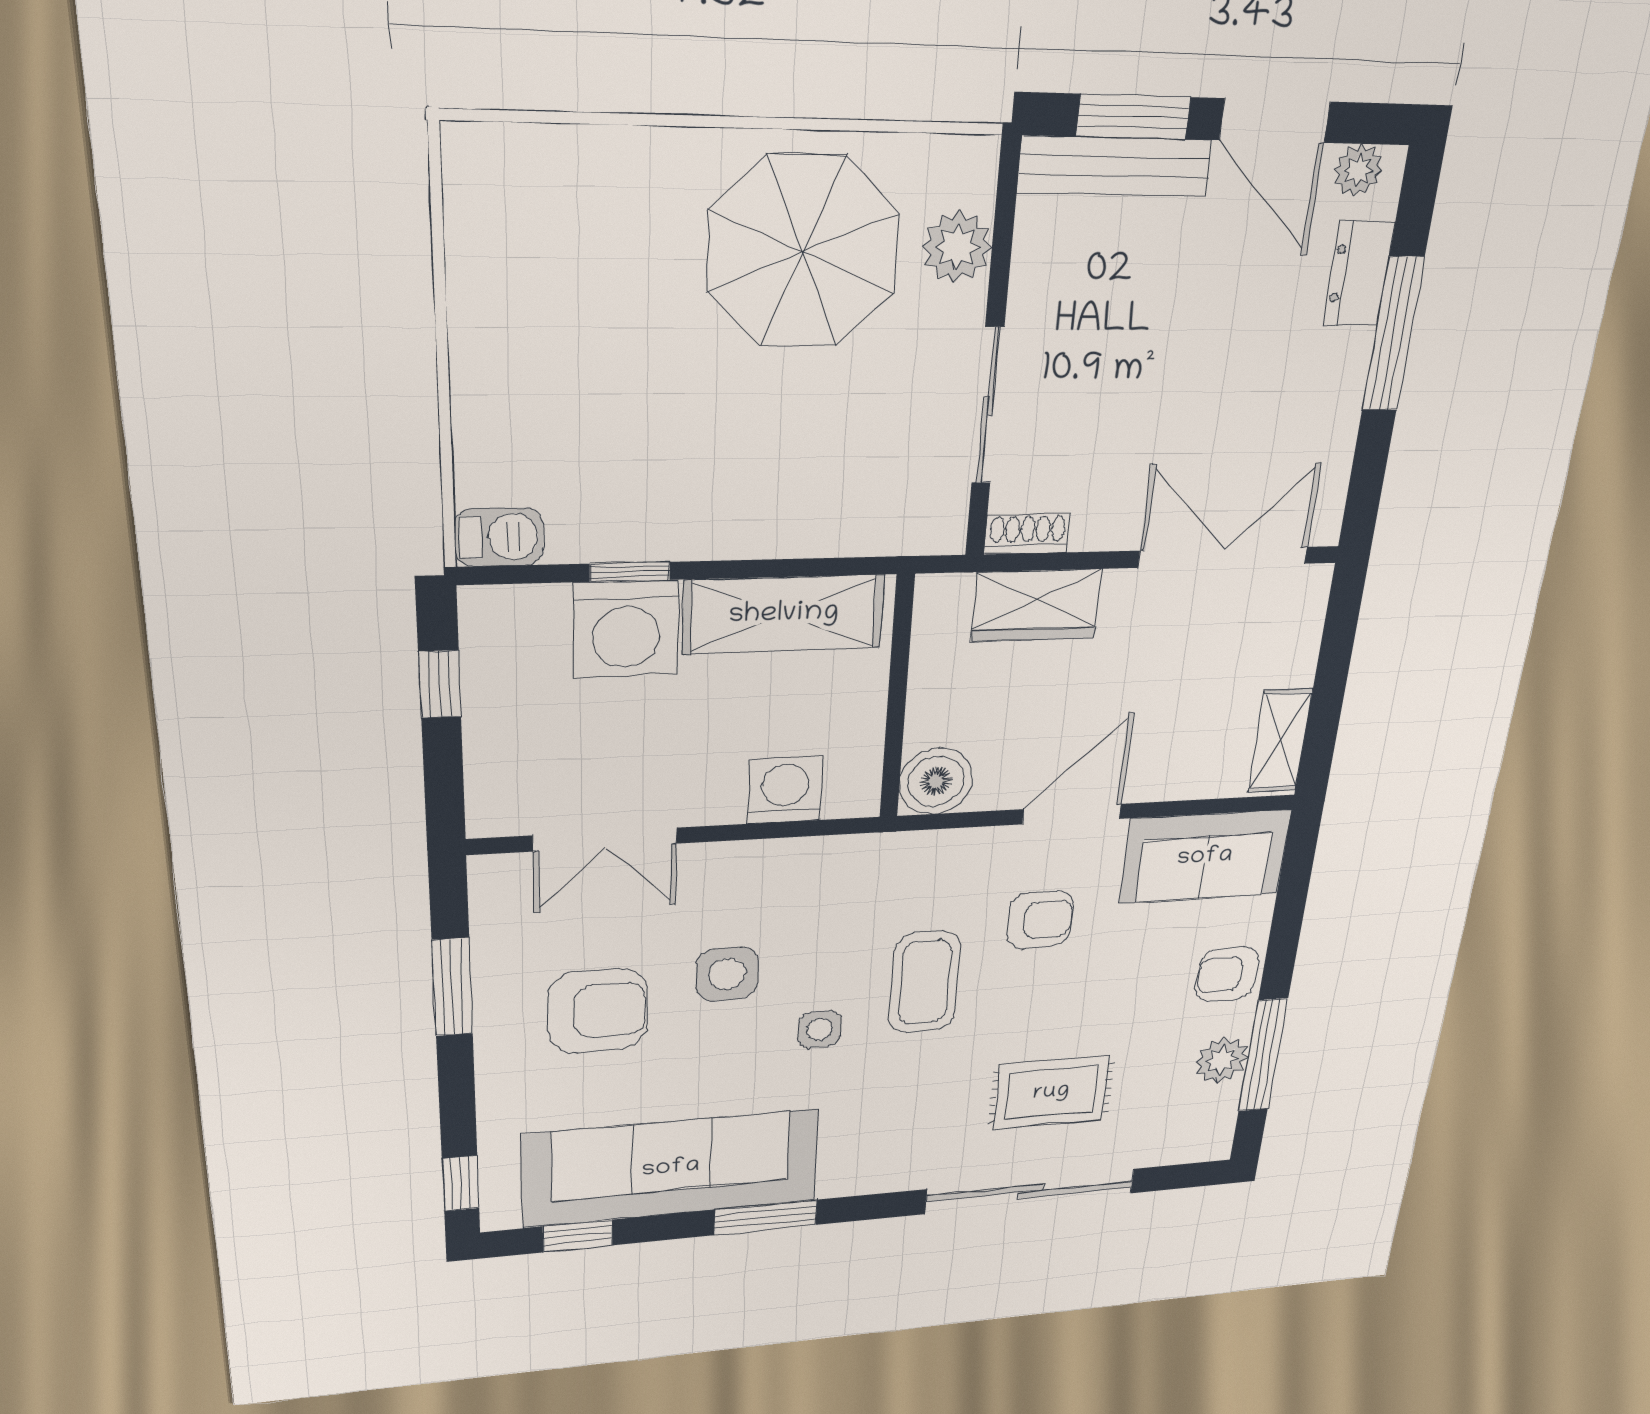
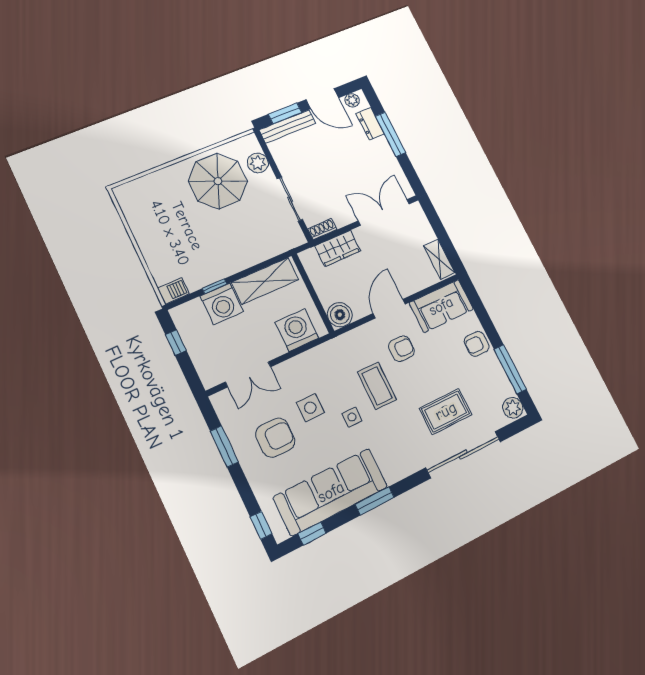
washing machine: (785, 790) -> (297, 330), width x1.37, depth x1.37
plant: (1222, 1060) -> (513, 408), moved

